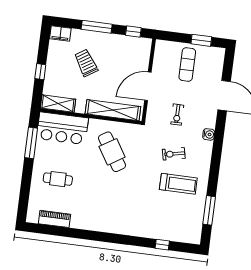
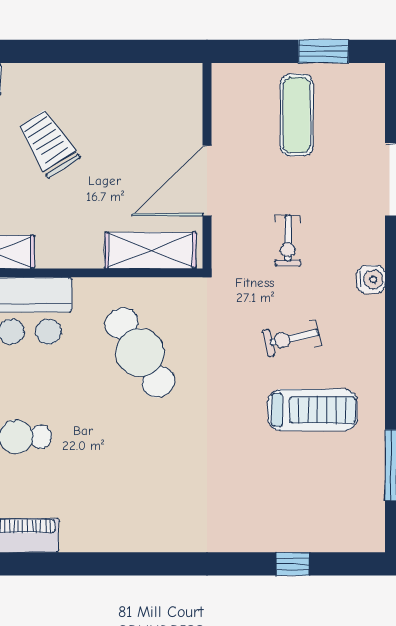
window: (97, 27) -> (63, 51), removed
window: (133, 32) -> (154, 51), removed
shelving: (113, 110) -> (150, 250), width x0.68

